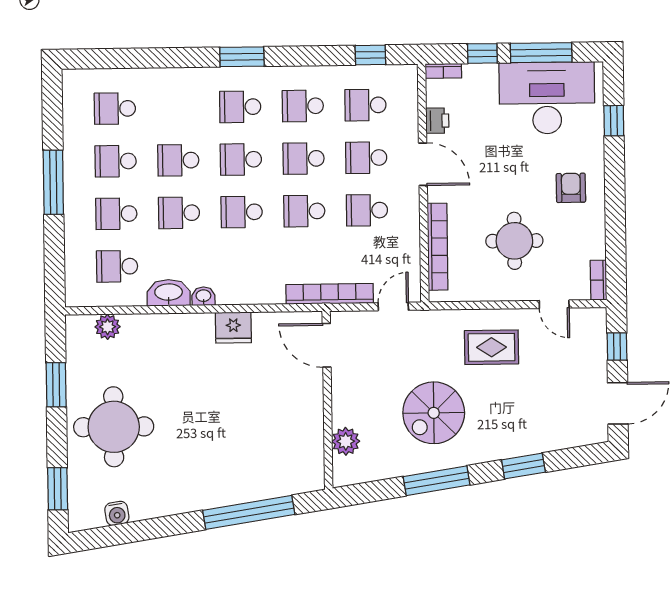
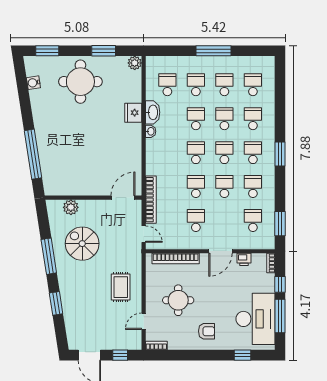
window: (370, 55) -> (280, 224), width x1.50
school desk: (366, 158) -> (253, 119), moved
plant: (108, 327) -> (135, 63), moved
fridge: (233, 328) -> (133, 113), moved
spiral stairs: (434, 413) -> (82, 244), moved

